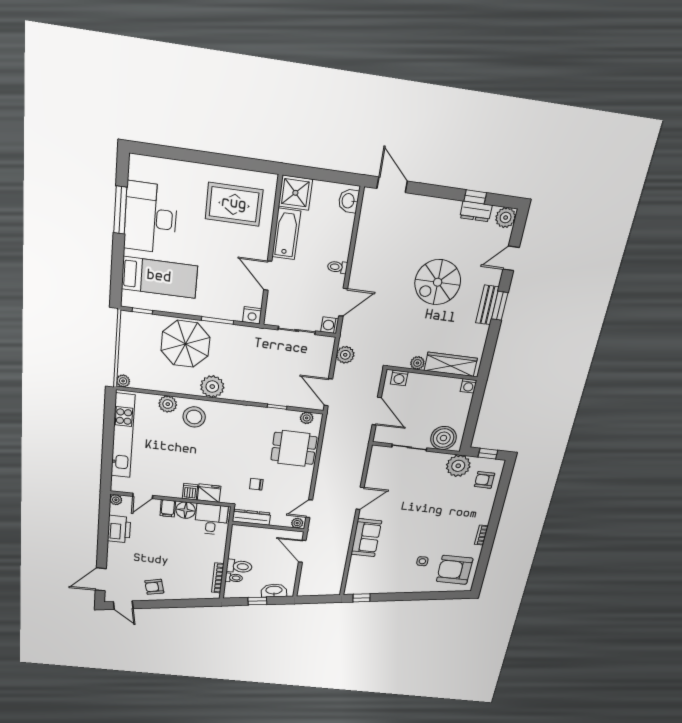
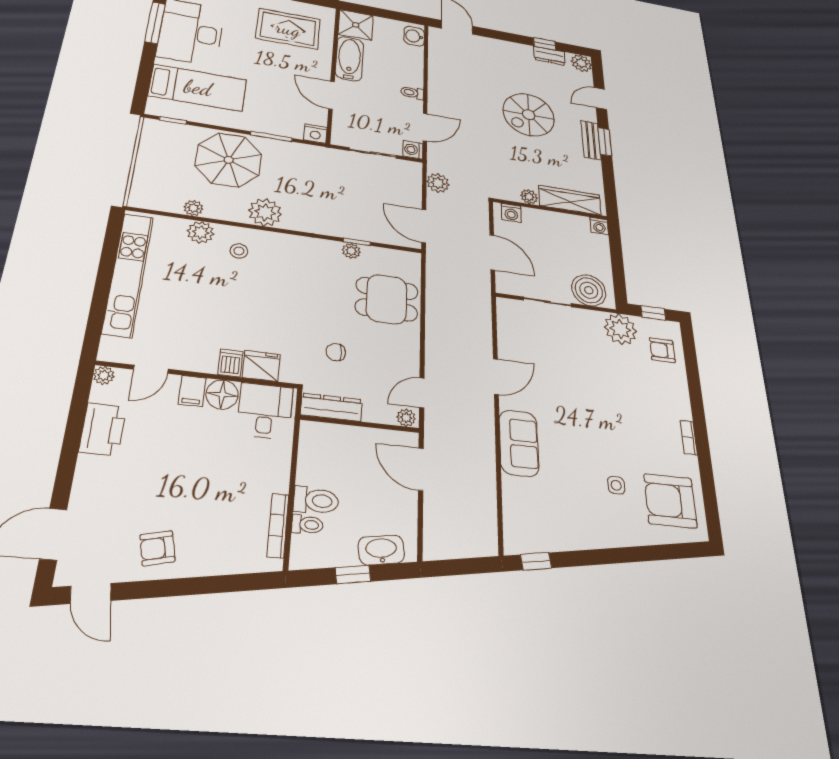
plant: (123, 381) -> (193, 208), moved
stool: (194, 417) -> (239, 251), width x0.53, depth x0.53
plant: (307, 418) -> (351, 251), moved

